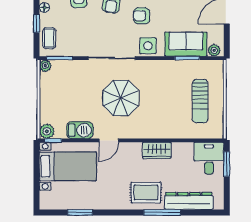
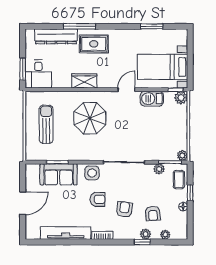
plant: (214, 50) -> (159, 169), moved
parasol: (121, 98) -> (90, 118), moved

